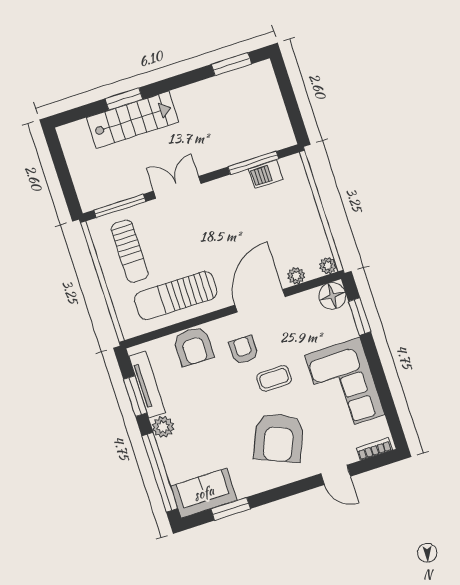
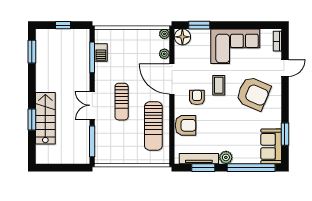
window: (290, 100) -> (63, 25), added
sun lounger: (130, 251) -> (122, 102), moved, turned 90
armchair: (244, 350) -> (197, 97), turned 90

